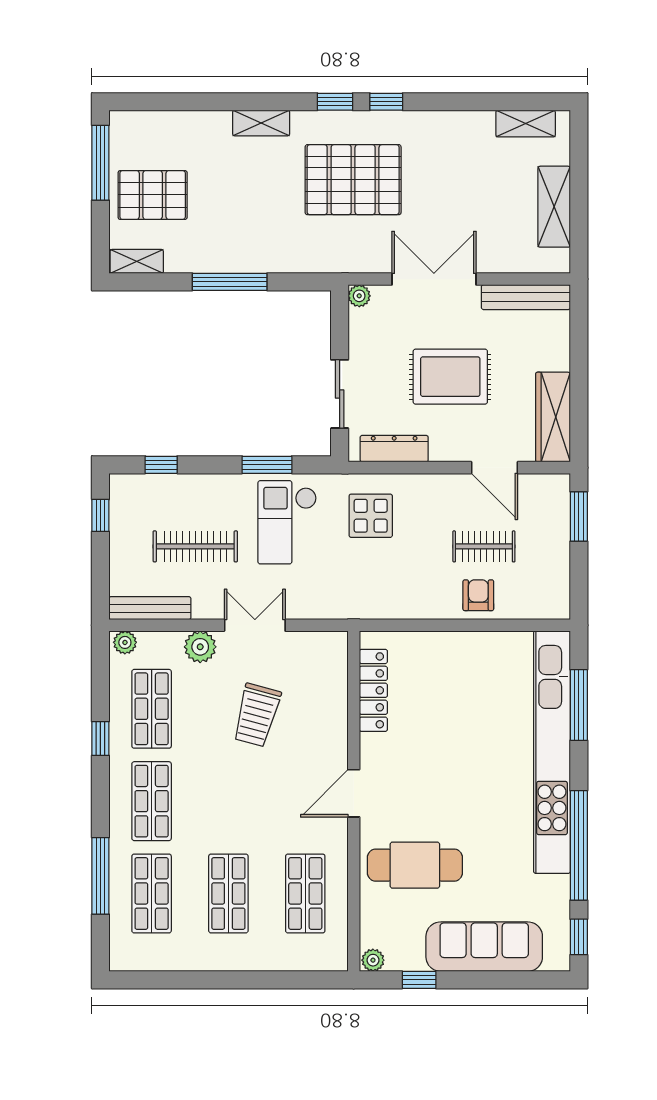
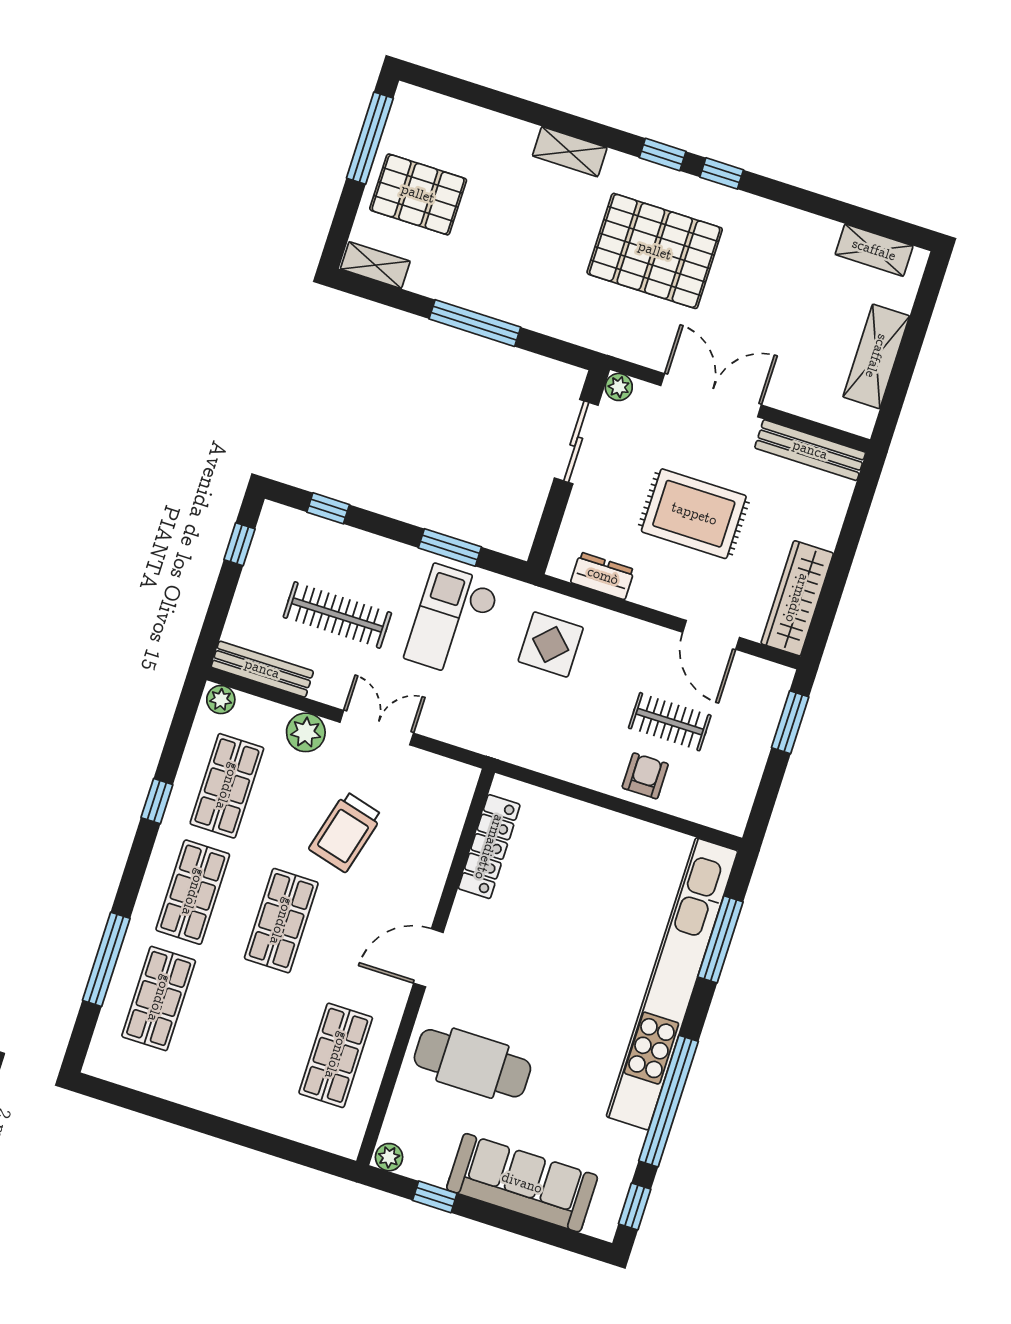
sliding door: (340, 394) -> (576, 442), moved
dresser: (394, 449) -> (603, 576), width x0.70
shop shelf: (228, 893) -> (281, 921), moved

